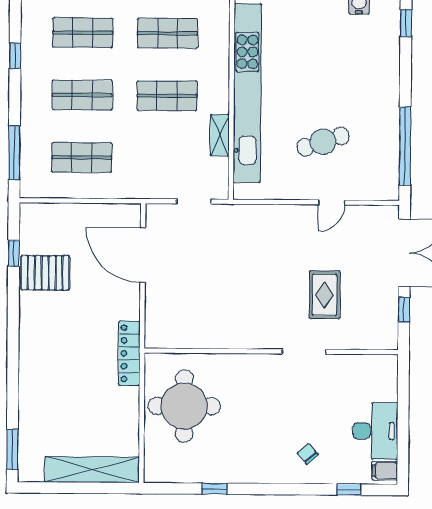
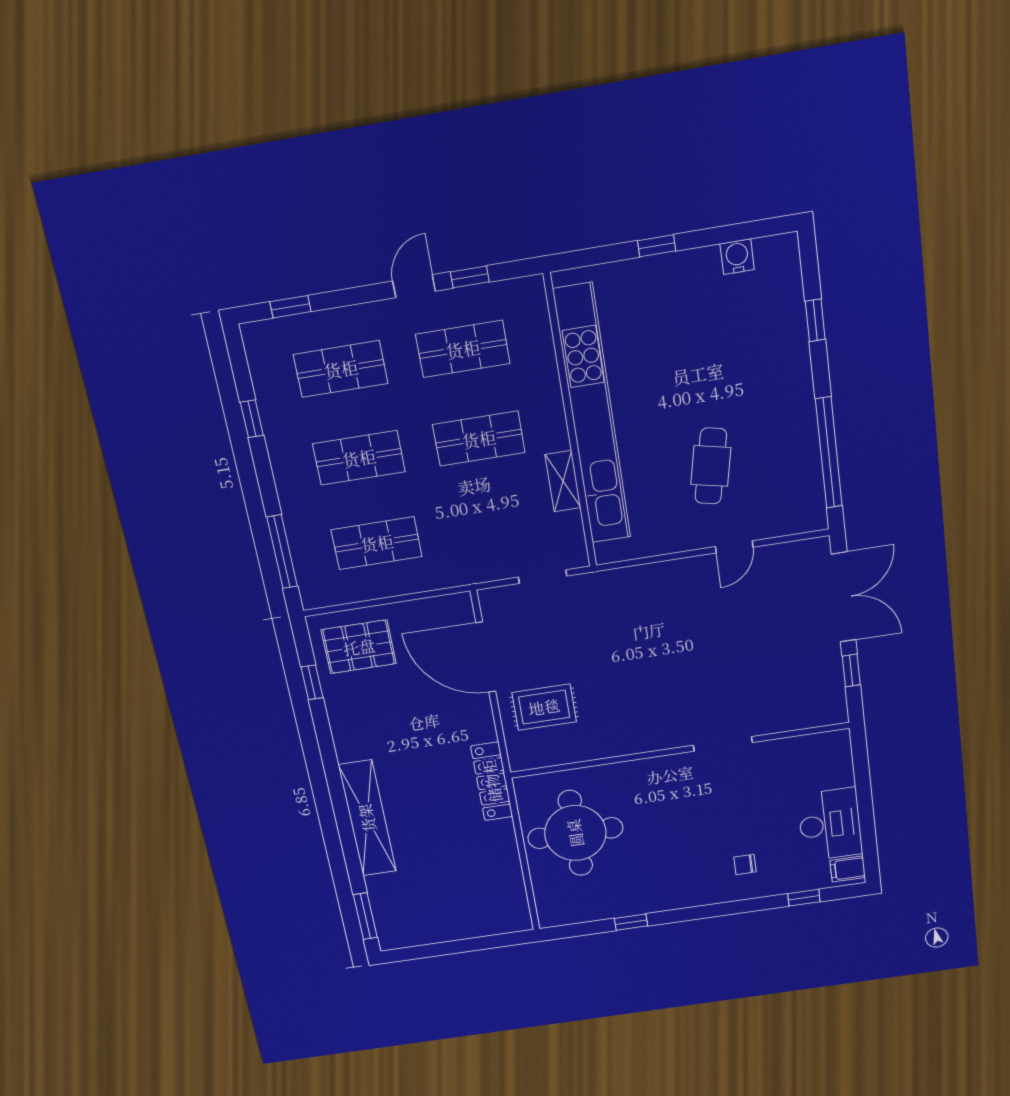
window: (406, 23) -> (815, 320), moved
cafe table: (323, 142) -> (711, 466), turned -60
pallet: (45, 273) -> (359, 647), moved
rug: (325, 295) -> (544, 707), moved, turned 90
chair: (308, 454) -> (745, 864), turned -49
shelving: (92, 470) -> (367, 818), moved, turned 90

